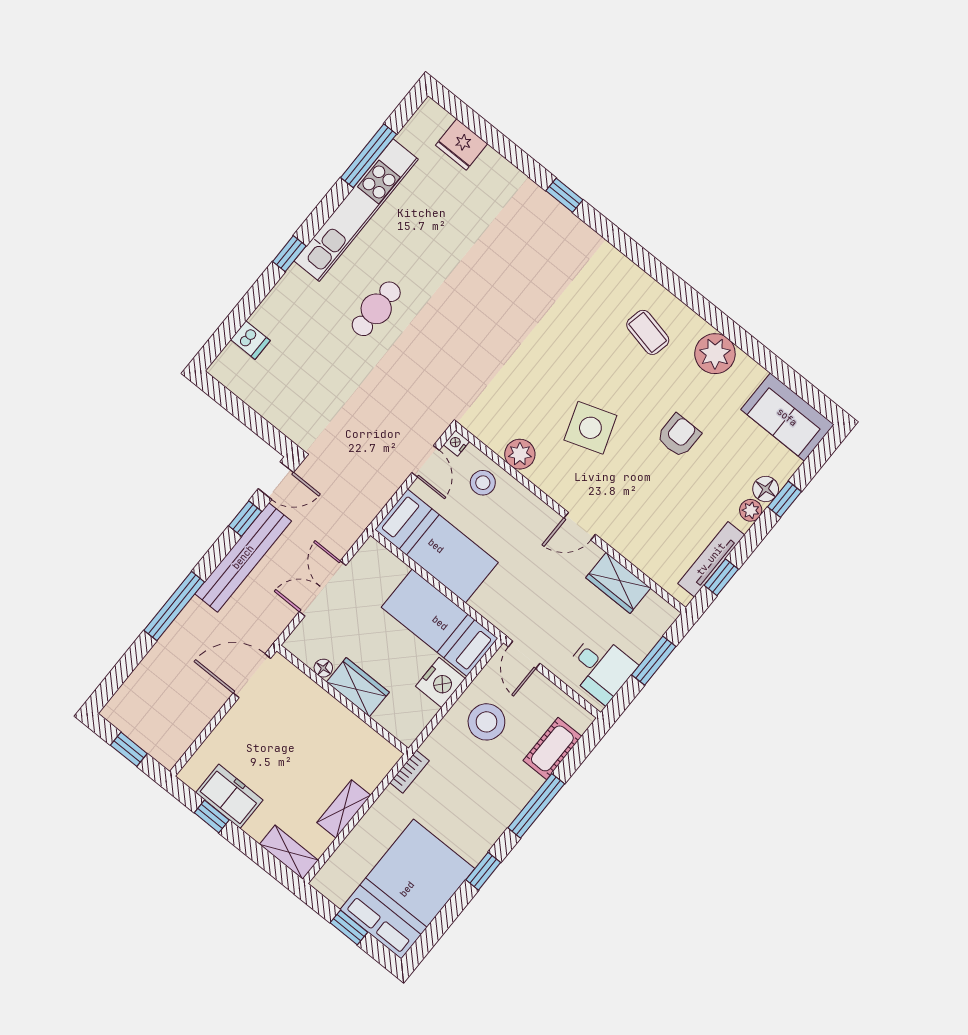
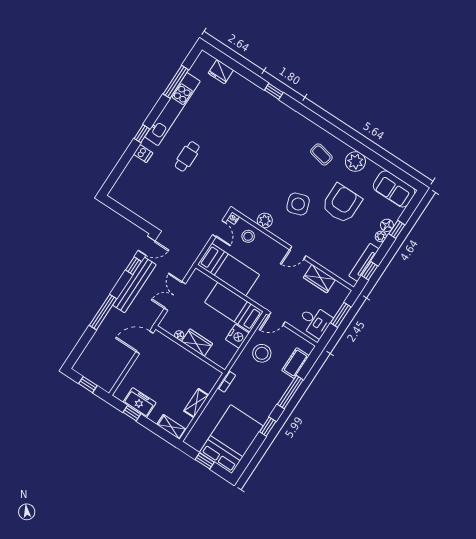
dishwasher: (250, 340) -> (143, 154), moved
armchair: (679, 436) -> (342, 203), width x1.88, depth x1.88
door: (524, 655) -> (277, 319), hinge flipped

